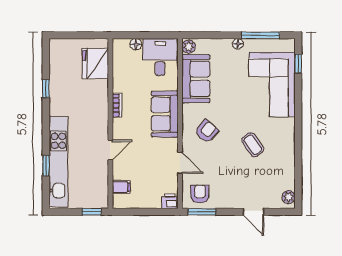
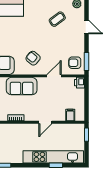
coffee table: (253, 145) -> (57, 19), moved
door: (110, 150) -> (45, 122), swing flipped
door: (254, 212) -> (87, 27), hinge flipped

